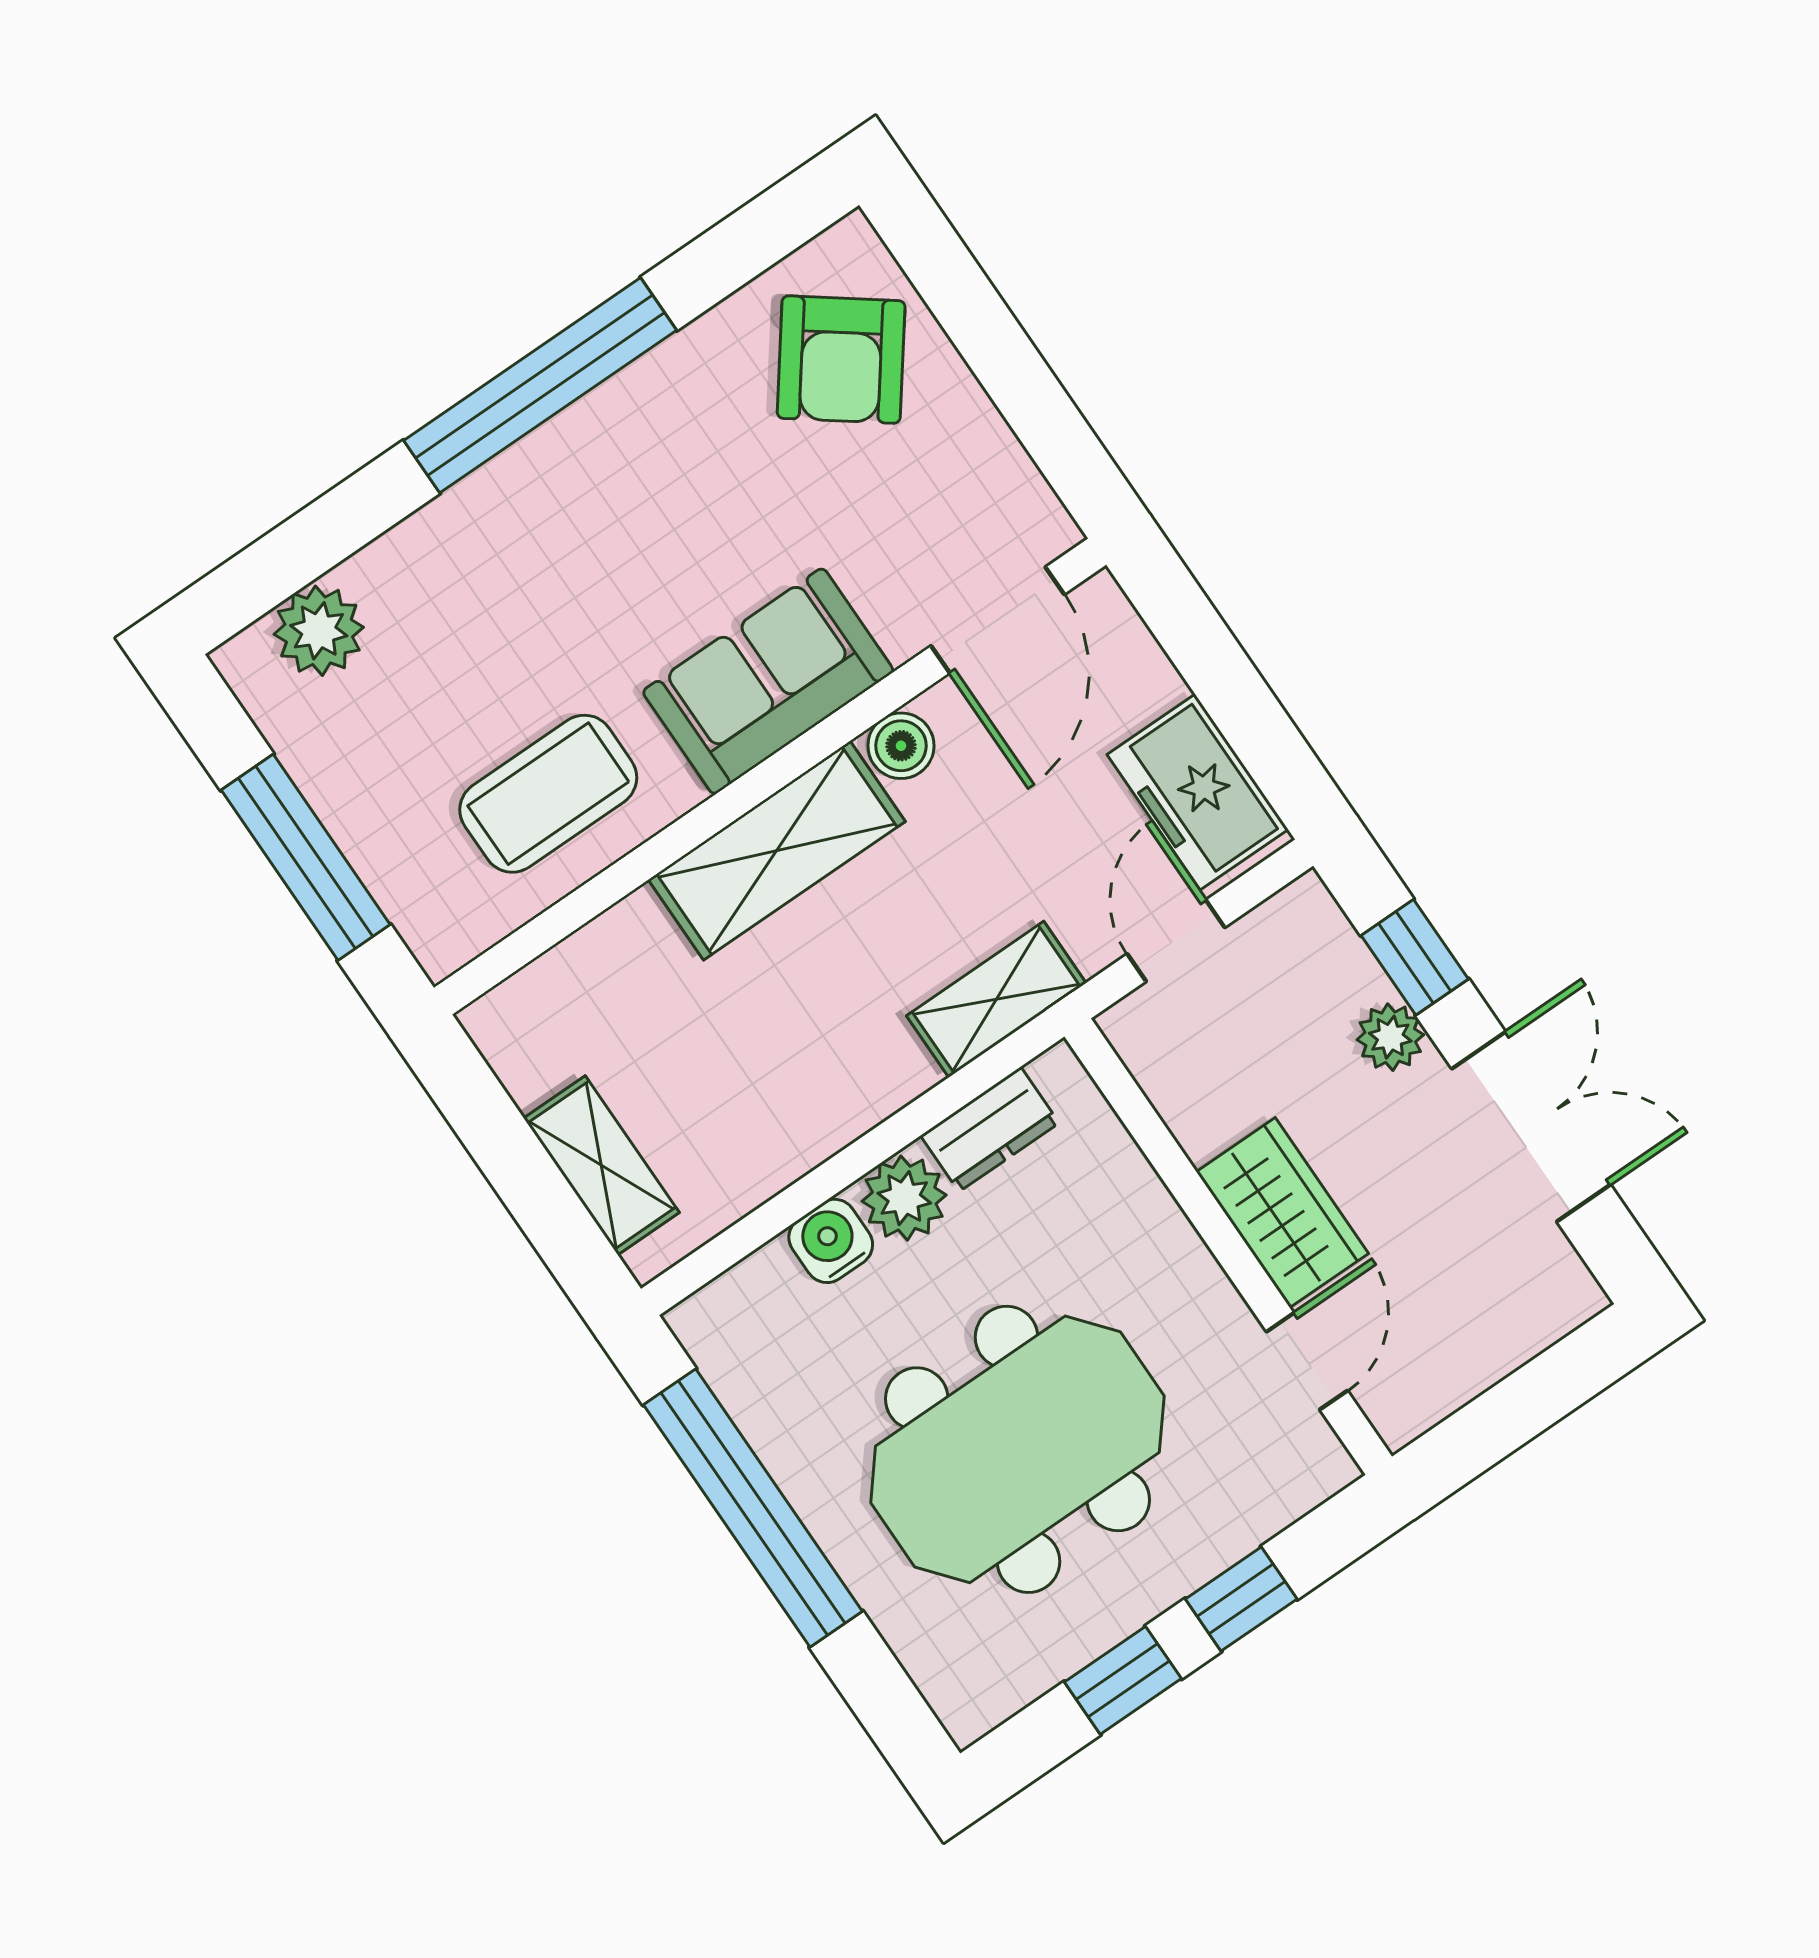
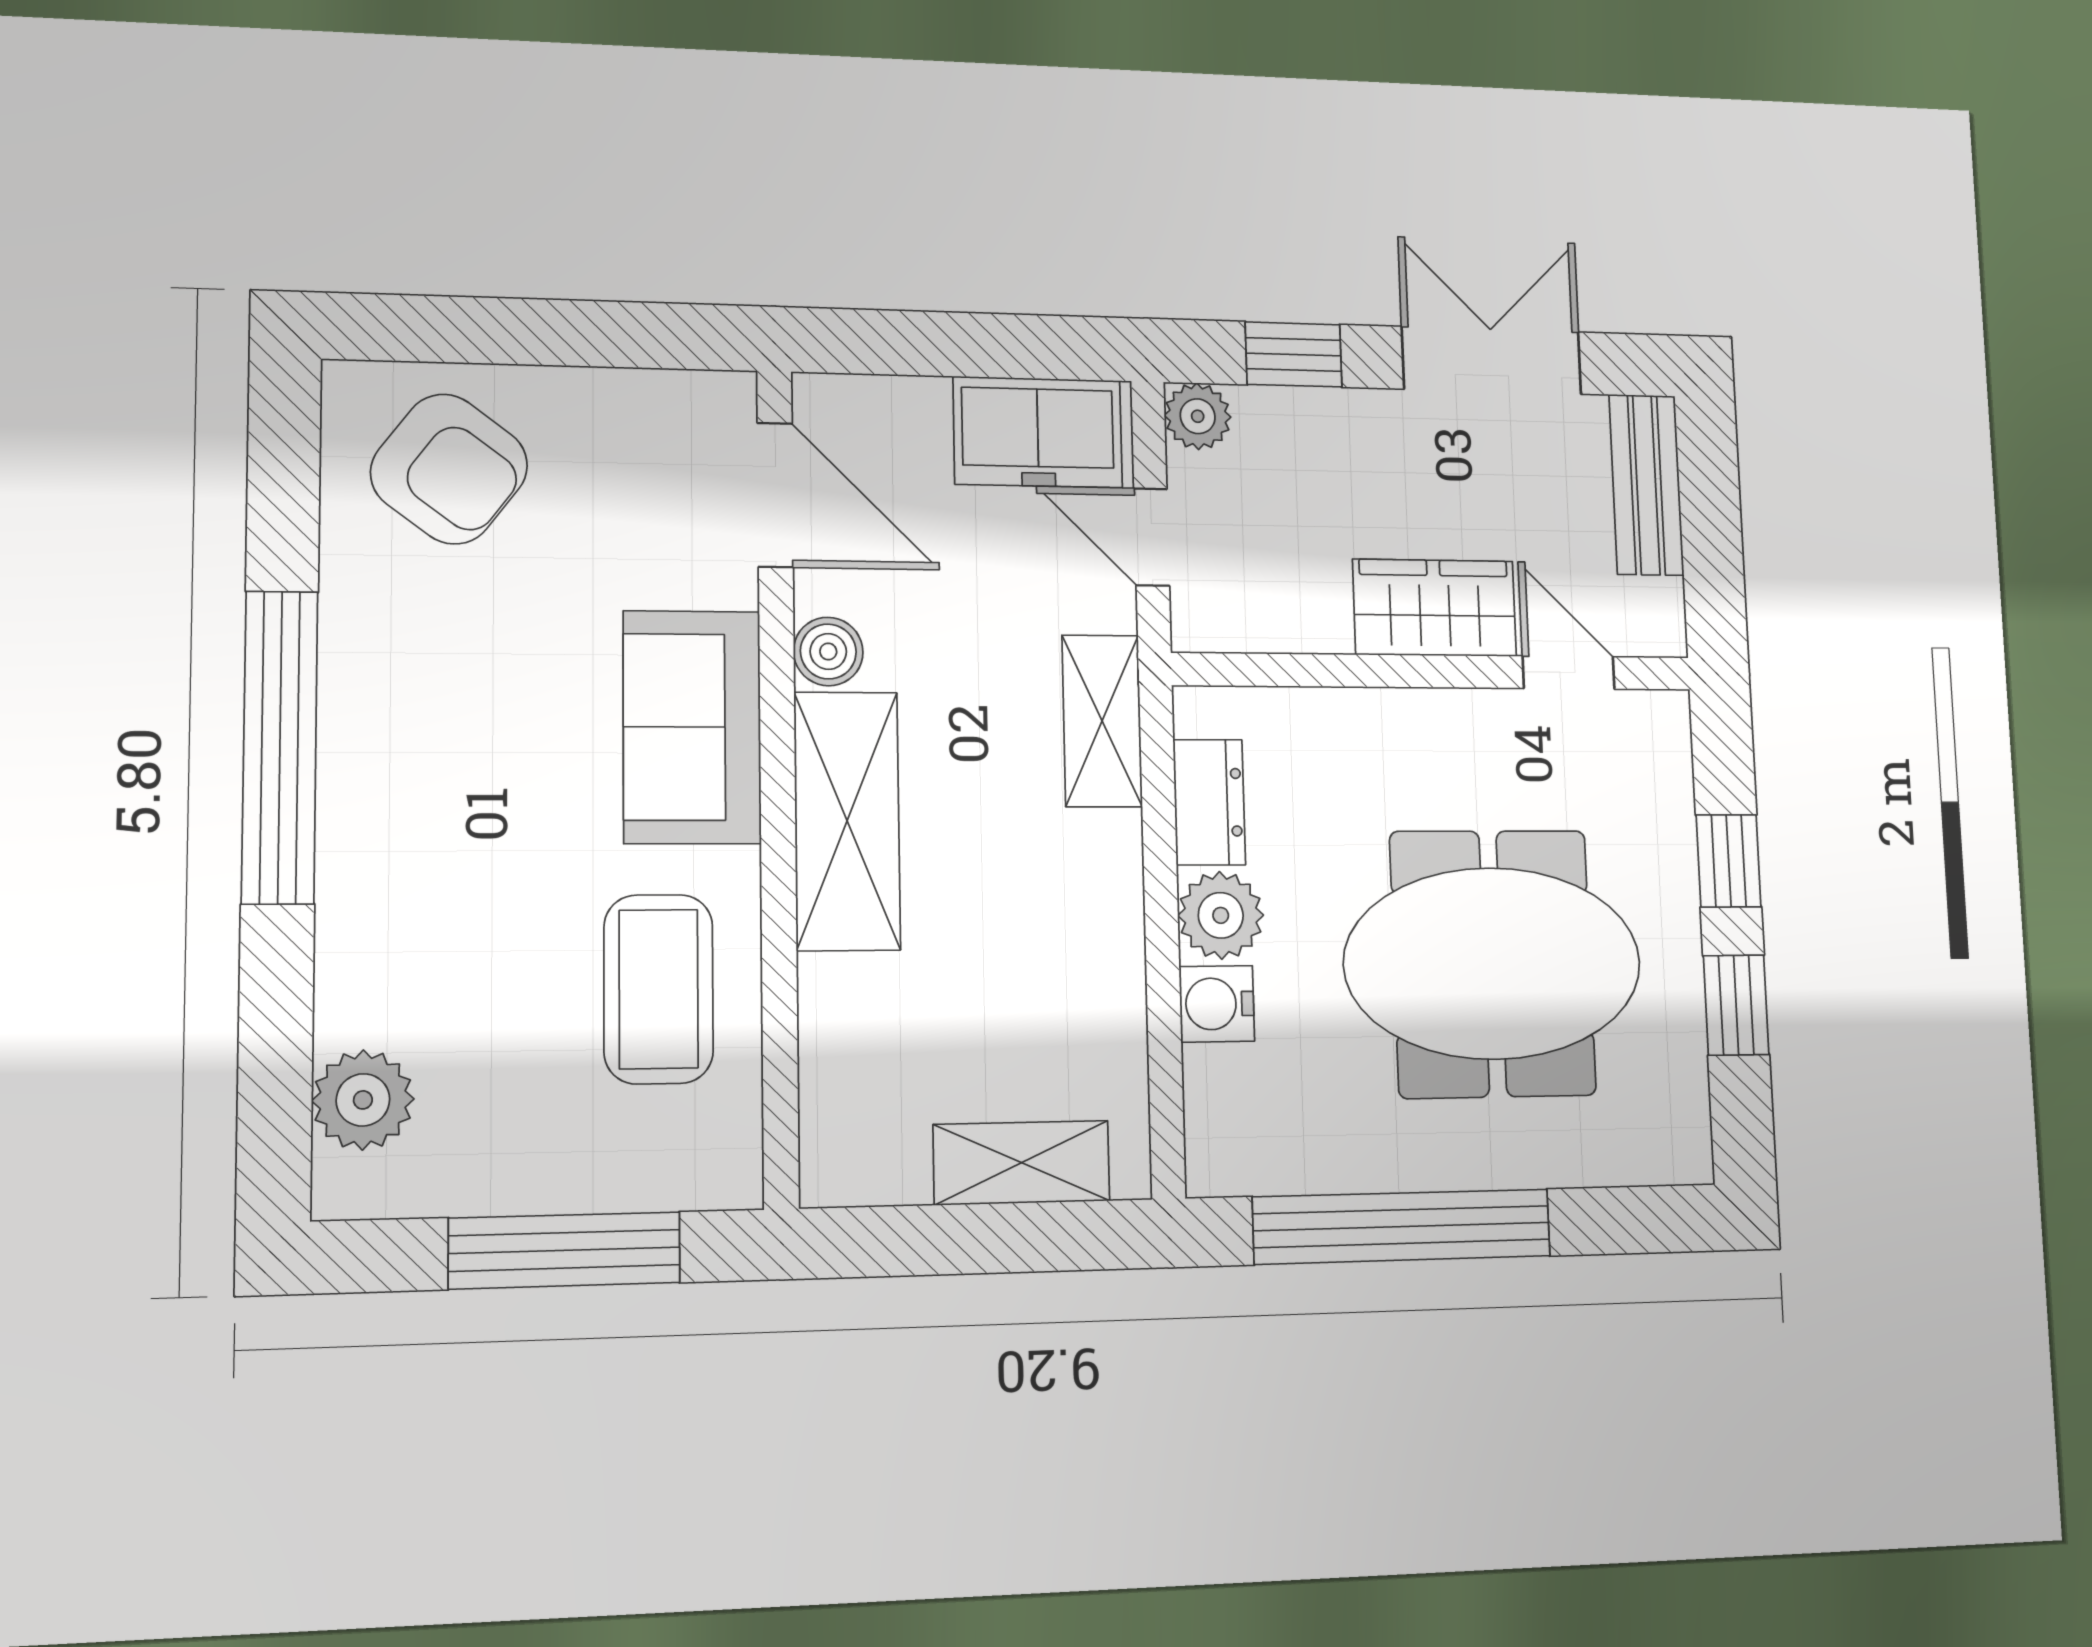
plant: (1390, 1037) -> (1198, 416), moved
bench: (1518, 1327) -> (1646, 485), added
meeting table: (1017, 1449) -> (1493, 963), turned 90

